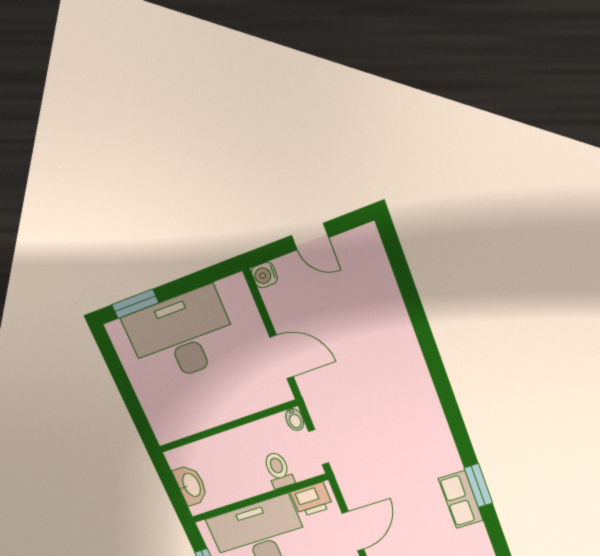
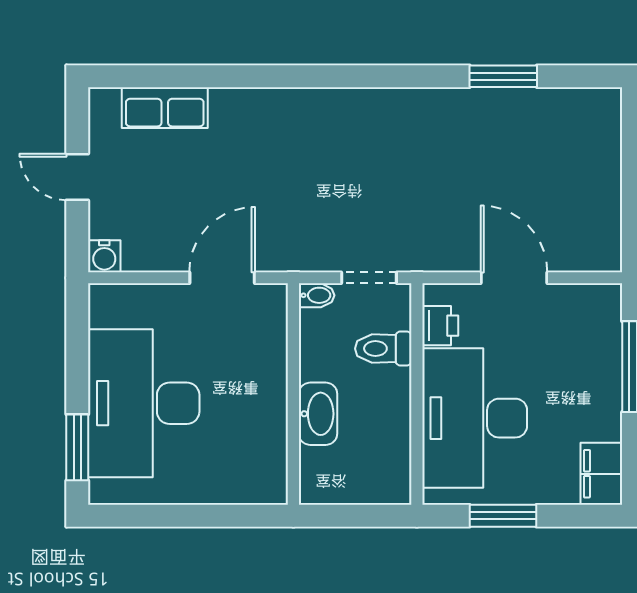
door: (310, 236) -> (77, 177), swing flipped
washbasin: (191, 485) -> (318, 414), moved, turned 90
printer: (312, 499) -> (440, 326), width x0.73, depth x0.81
row of seats: (461, 500) -> (165, 108), moved

